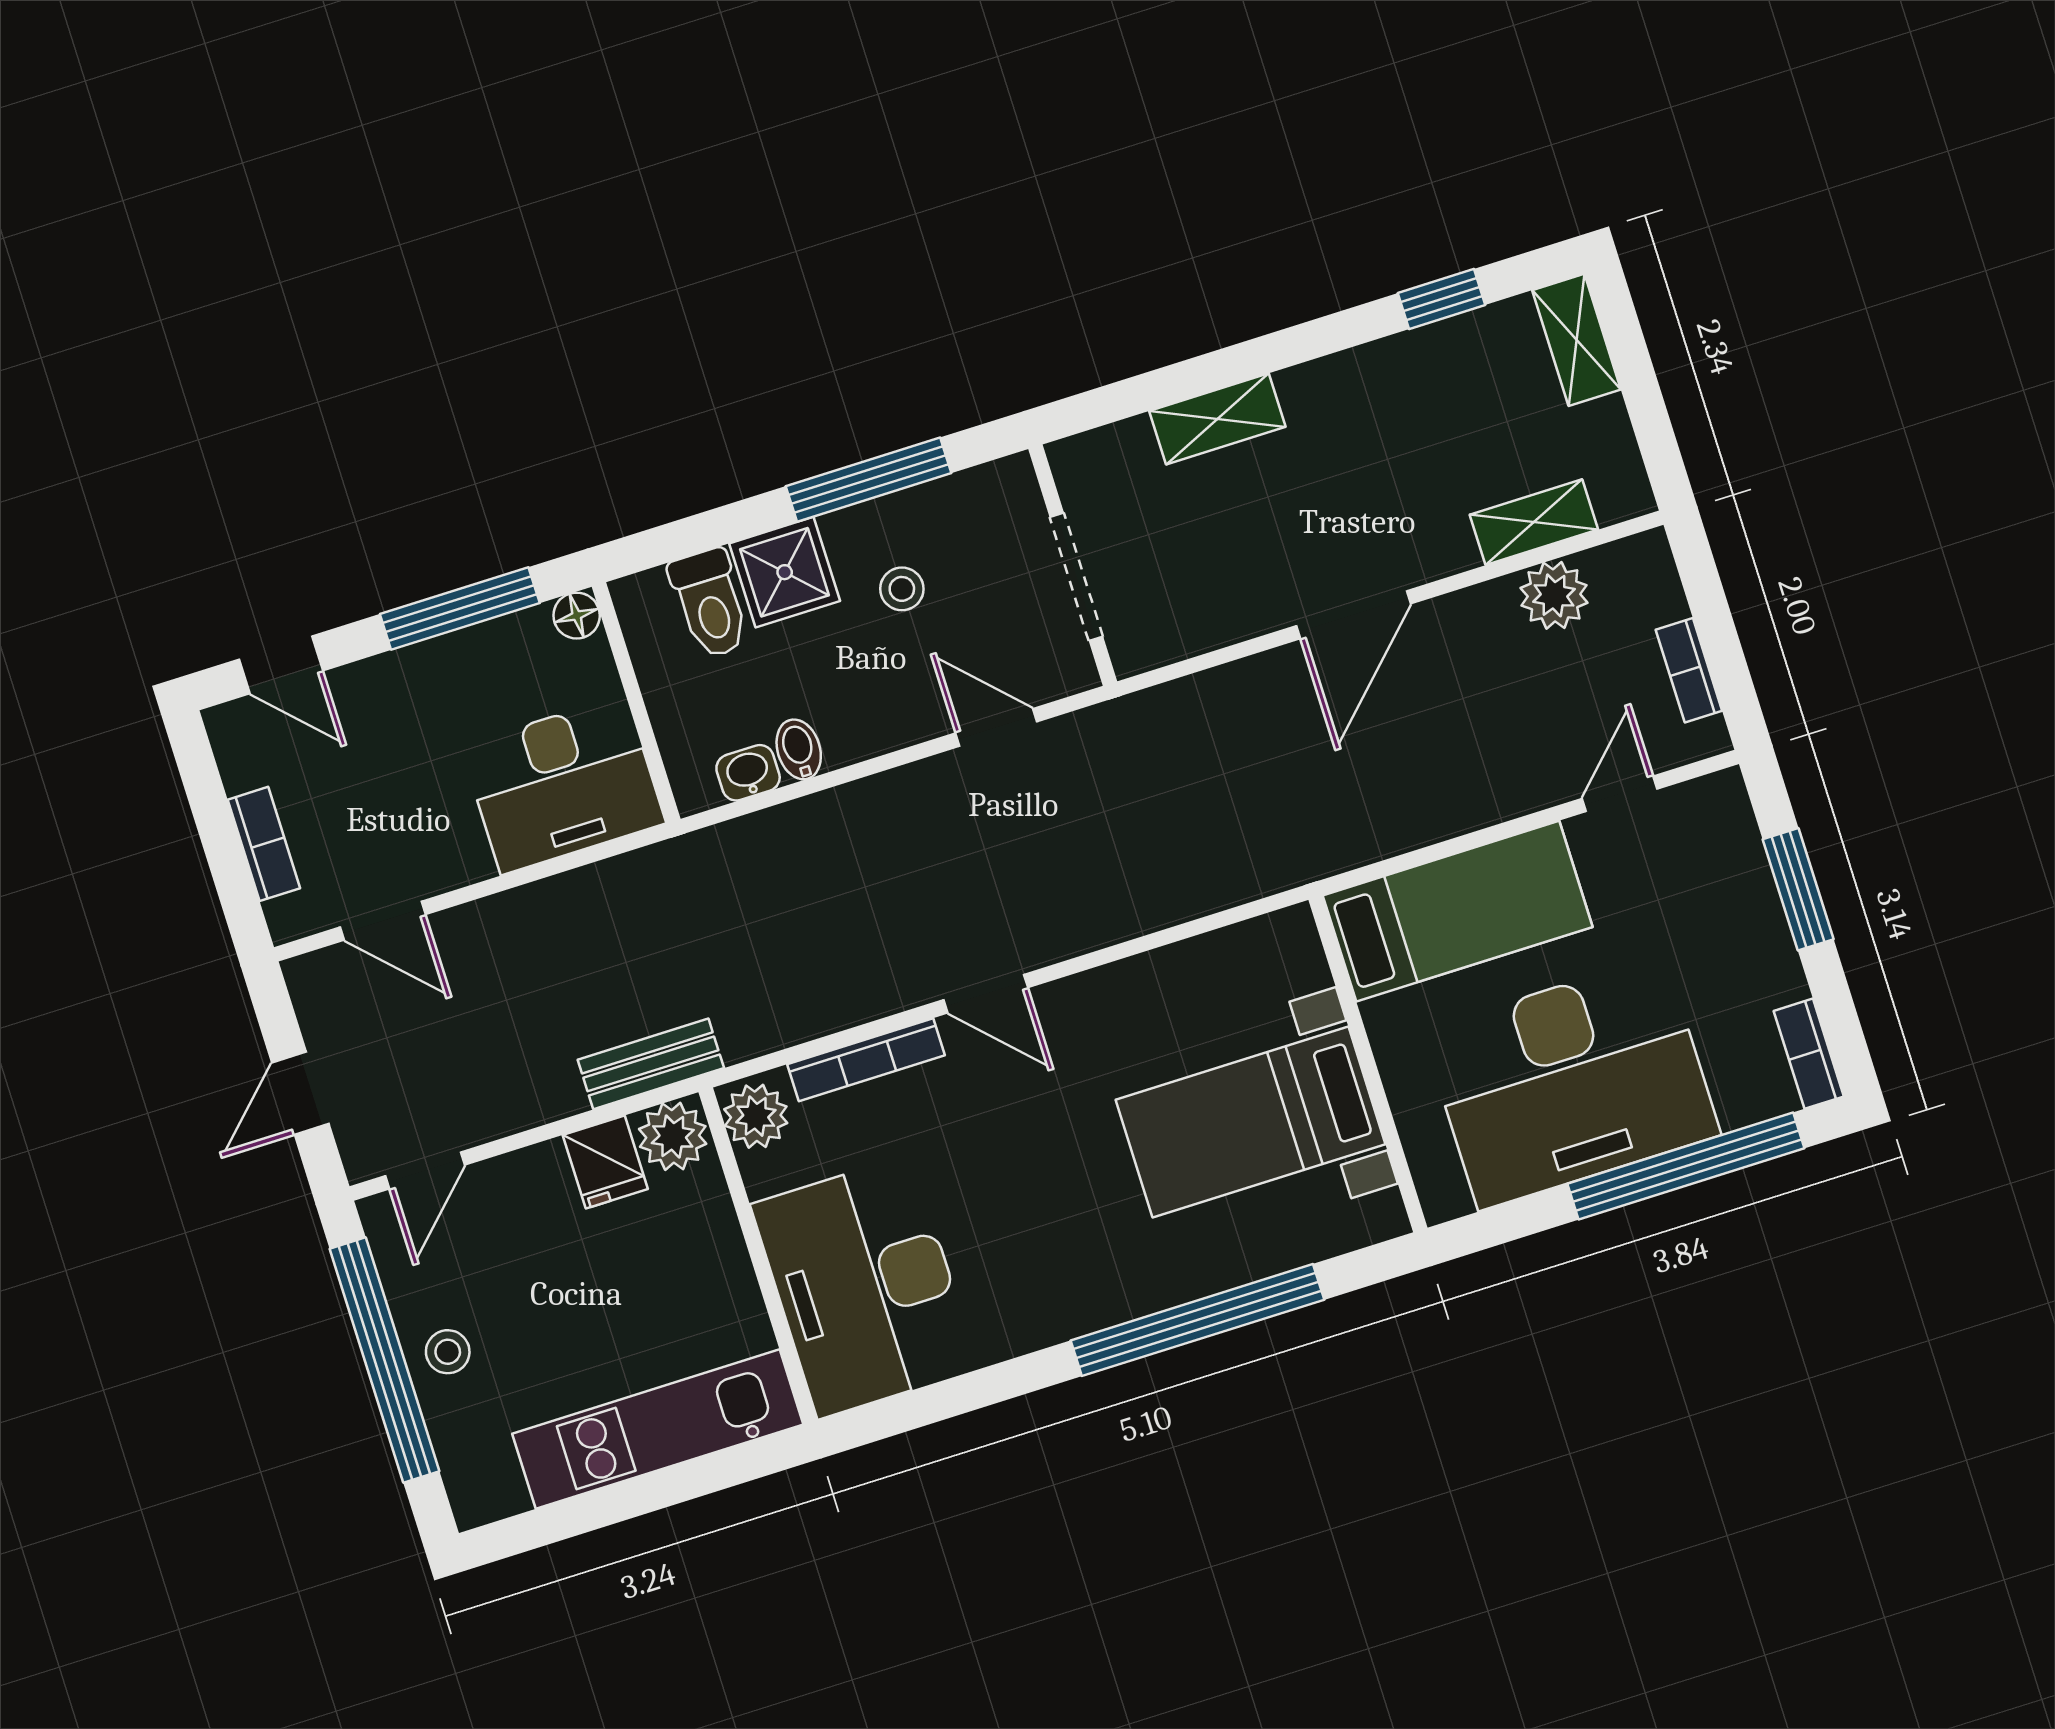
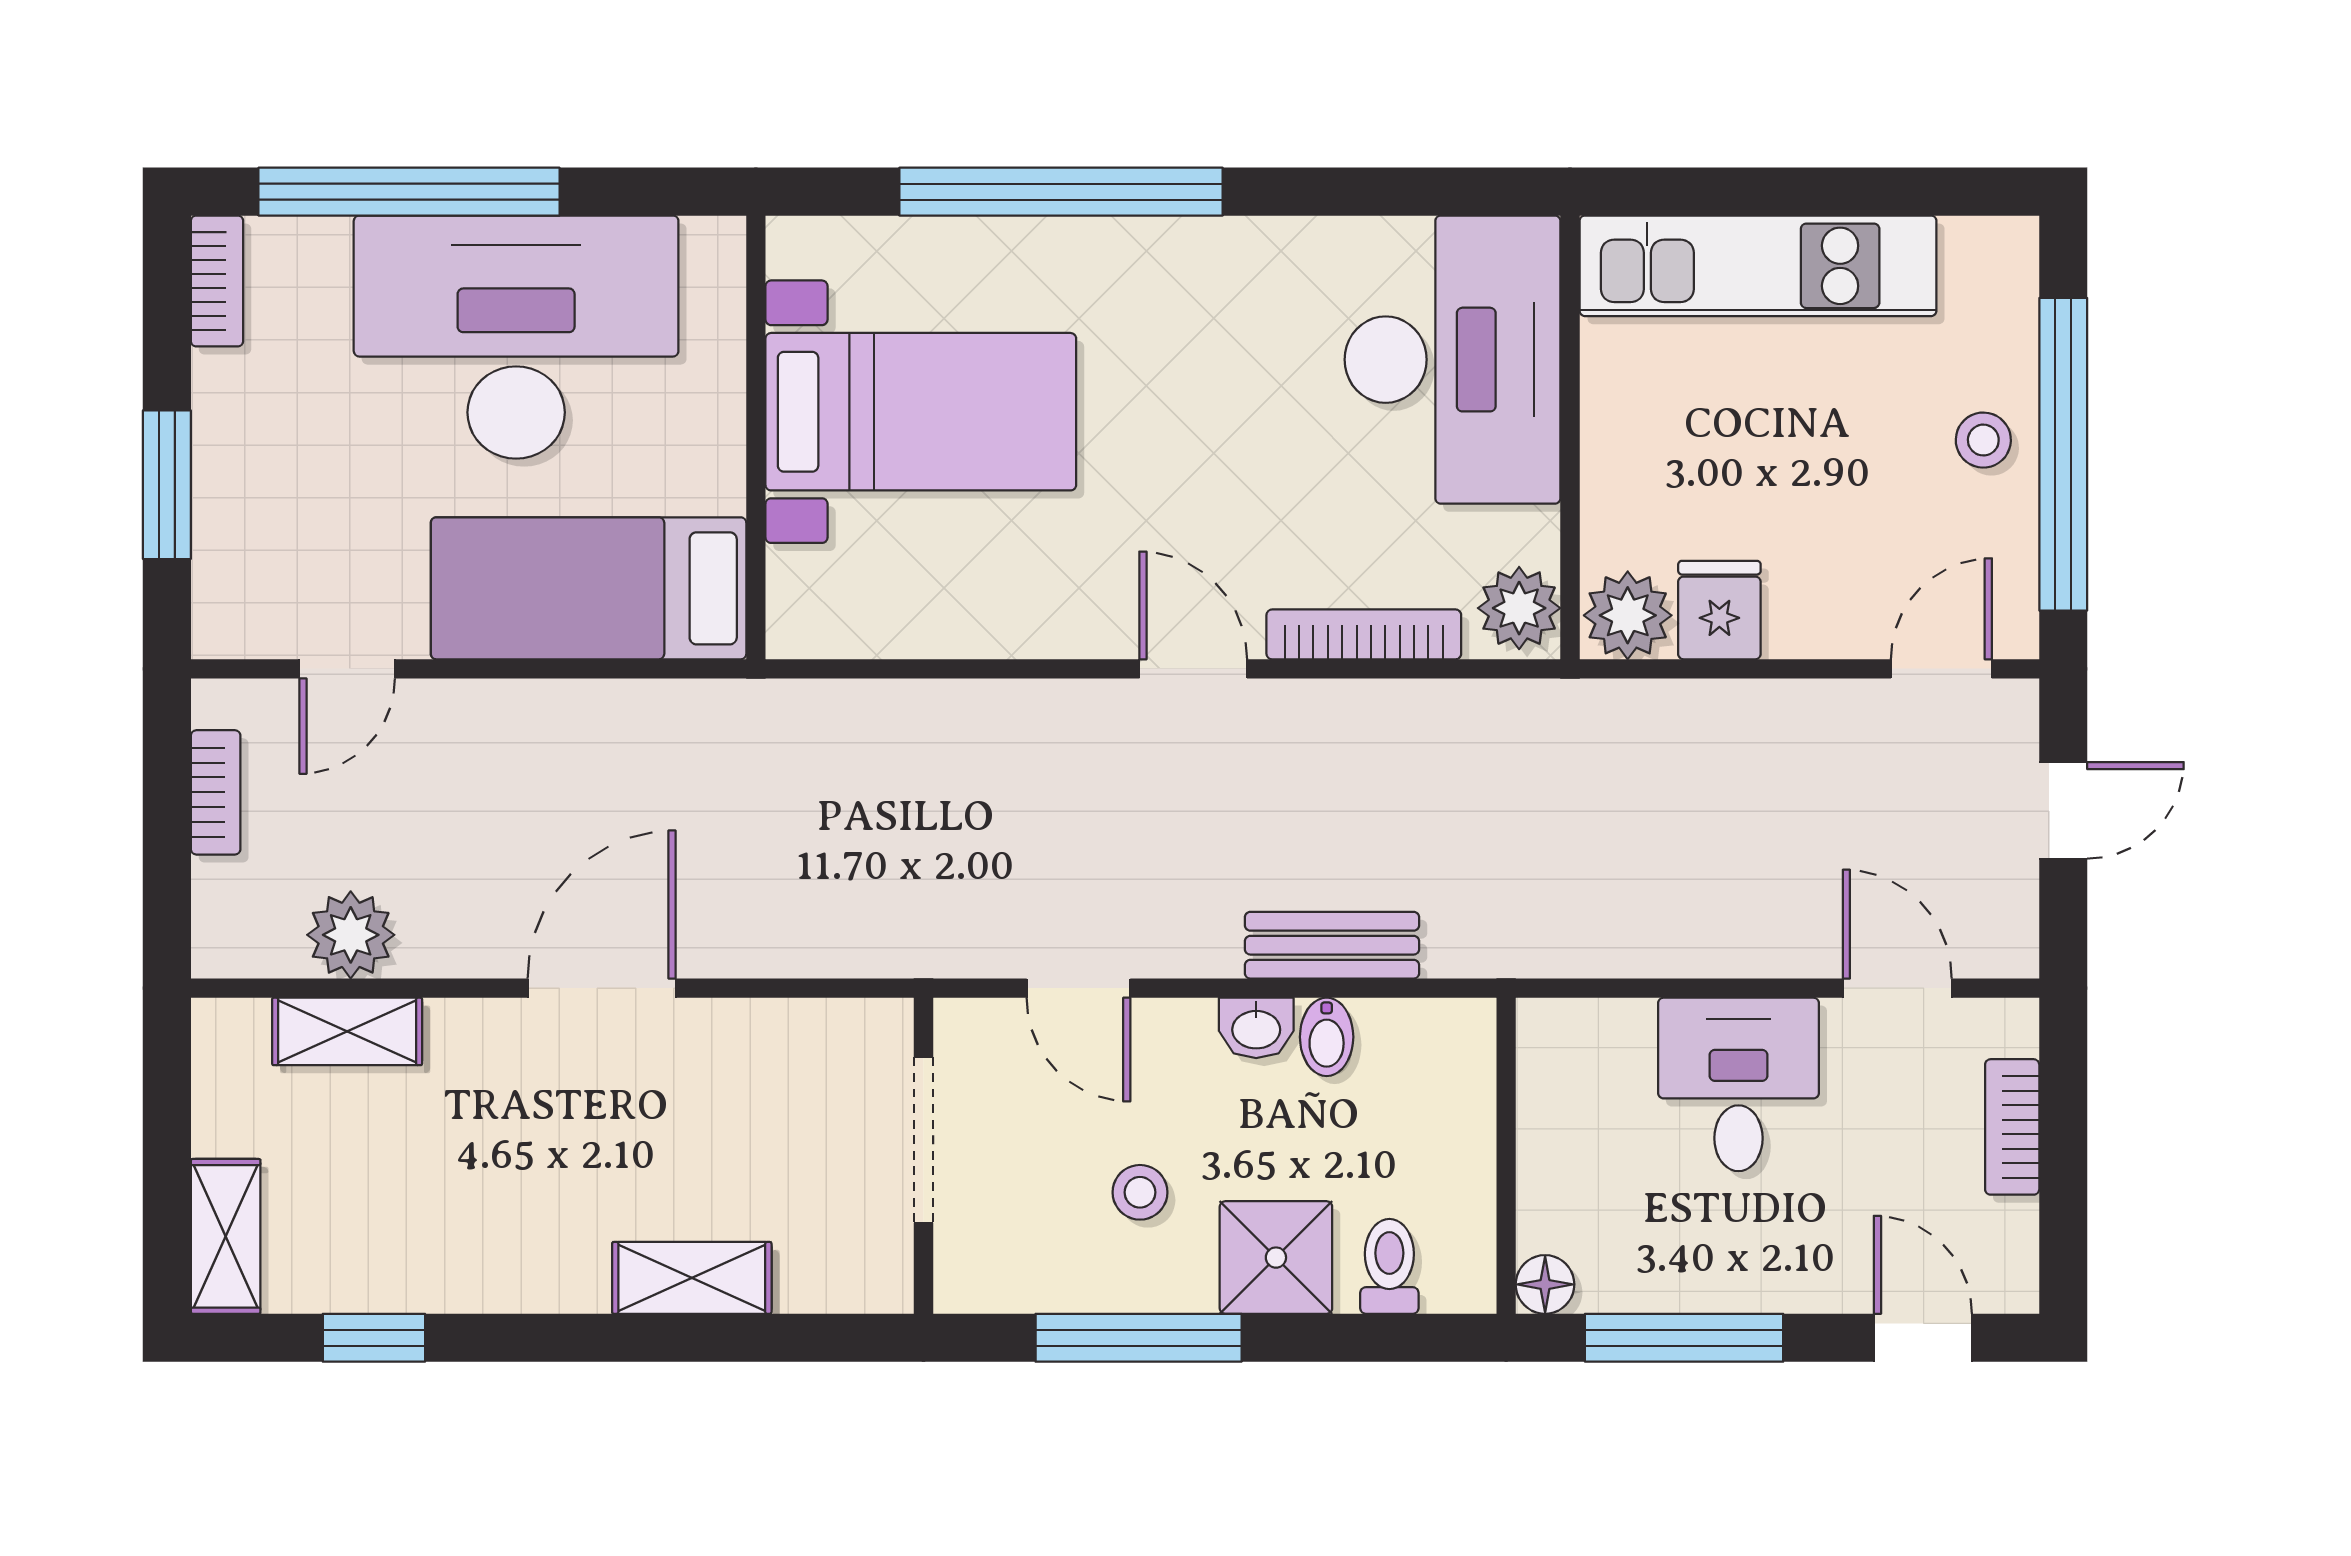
toilet: (710, 604) -> (1389, 1266), width x0.73, depth x0.72
washbasin: (748, 773) -> (1256, 1028), moved
desk: (563, 785) -> (1738, 1084), moved, width x0.73
bench: (651, 1064) -> (1332, 945), moved

